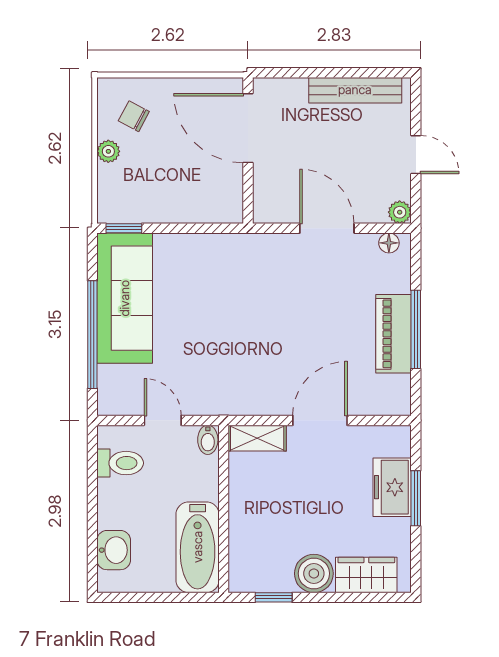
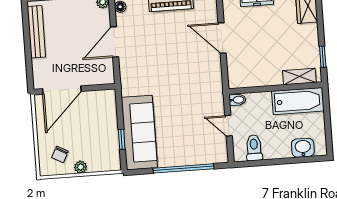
window: (124, 228) -> (122, 139), moved
sofa: (125, 298) -> (139, 133), moved, turned 90
door: (163, 420) -> (229, 126), hinge flipped
shelving: (257, 438) -> (299, 76), moved, turned 90
boiler: (314, 573) -> (308, 35), removed

